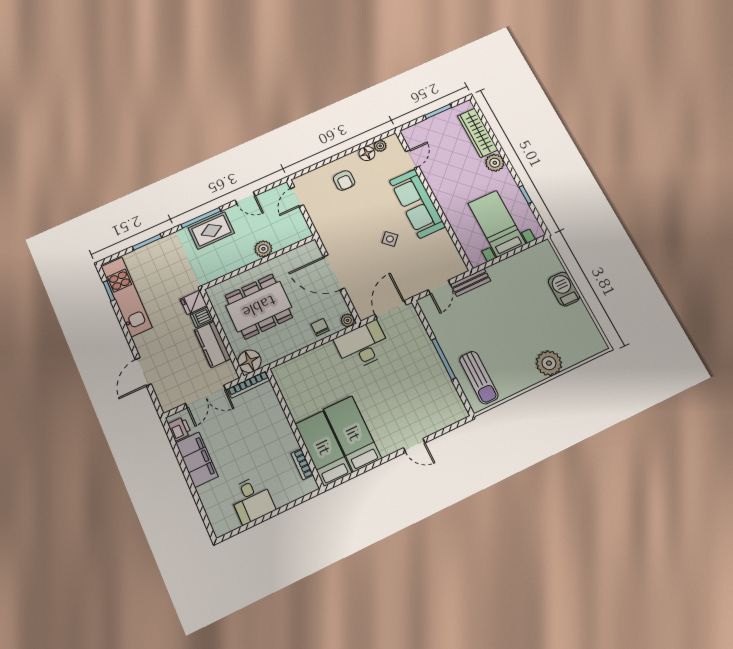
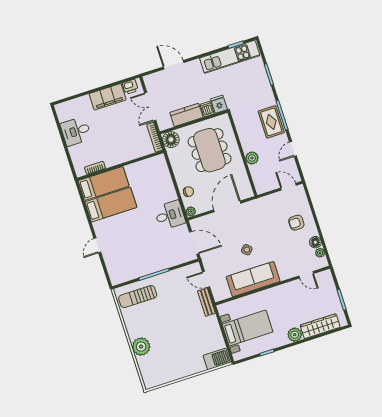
sofa: (417, 204) -> (253, 279), moved
barbecue: (564, 289) -> (217, 359), moved
desk: (363, 346) -> (170, 215), width x0.73

